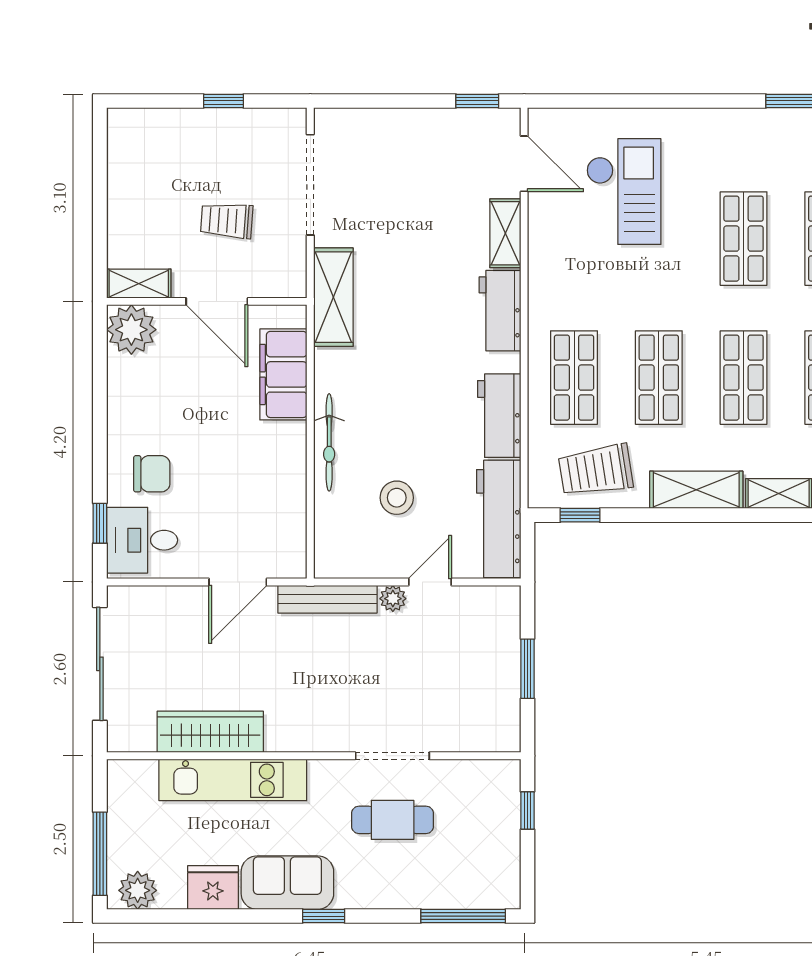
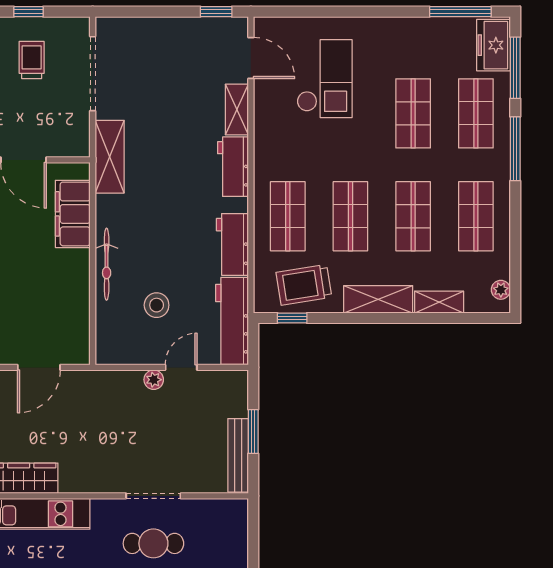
trolley: (227, 221) -> (32, 60), moved, turned 86
bench: (327, 599) -> (238, 455), moved, turned 90
window: (527, 810) -> (253, 536), removed

